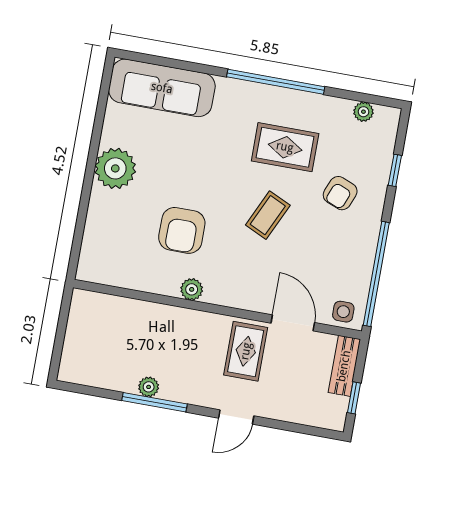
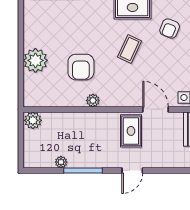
plant: (115, 168) -> (35, 60), moved
plant: (86, 304) -> (33, 120), added
plant: (149, 387) -> (61, 162), moved

